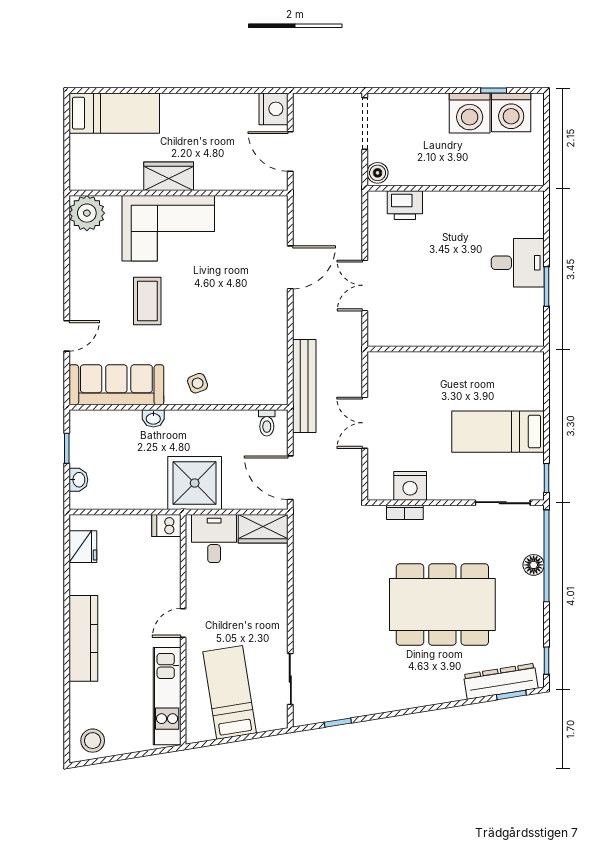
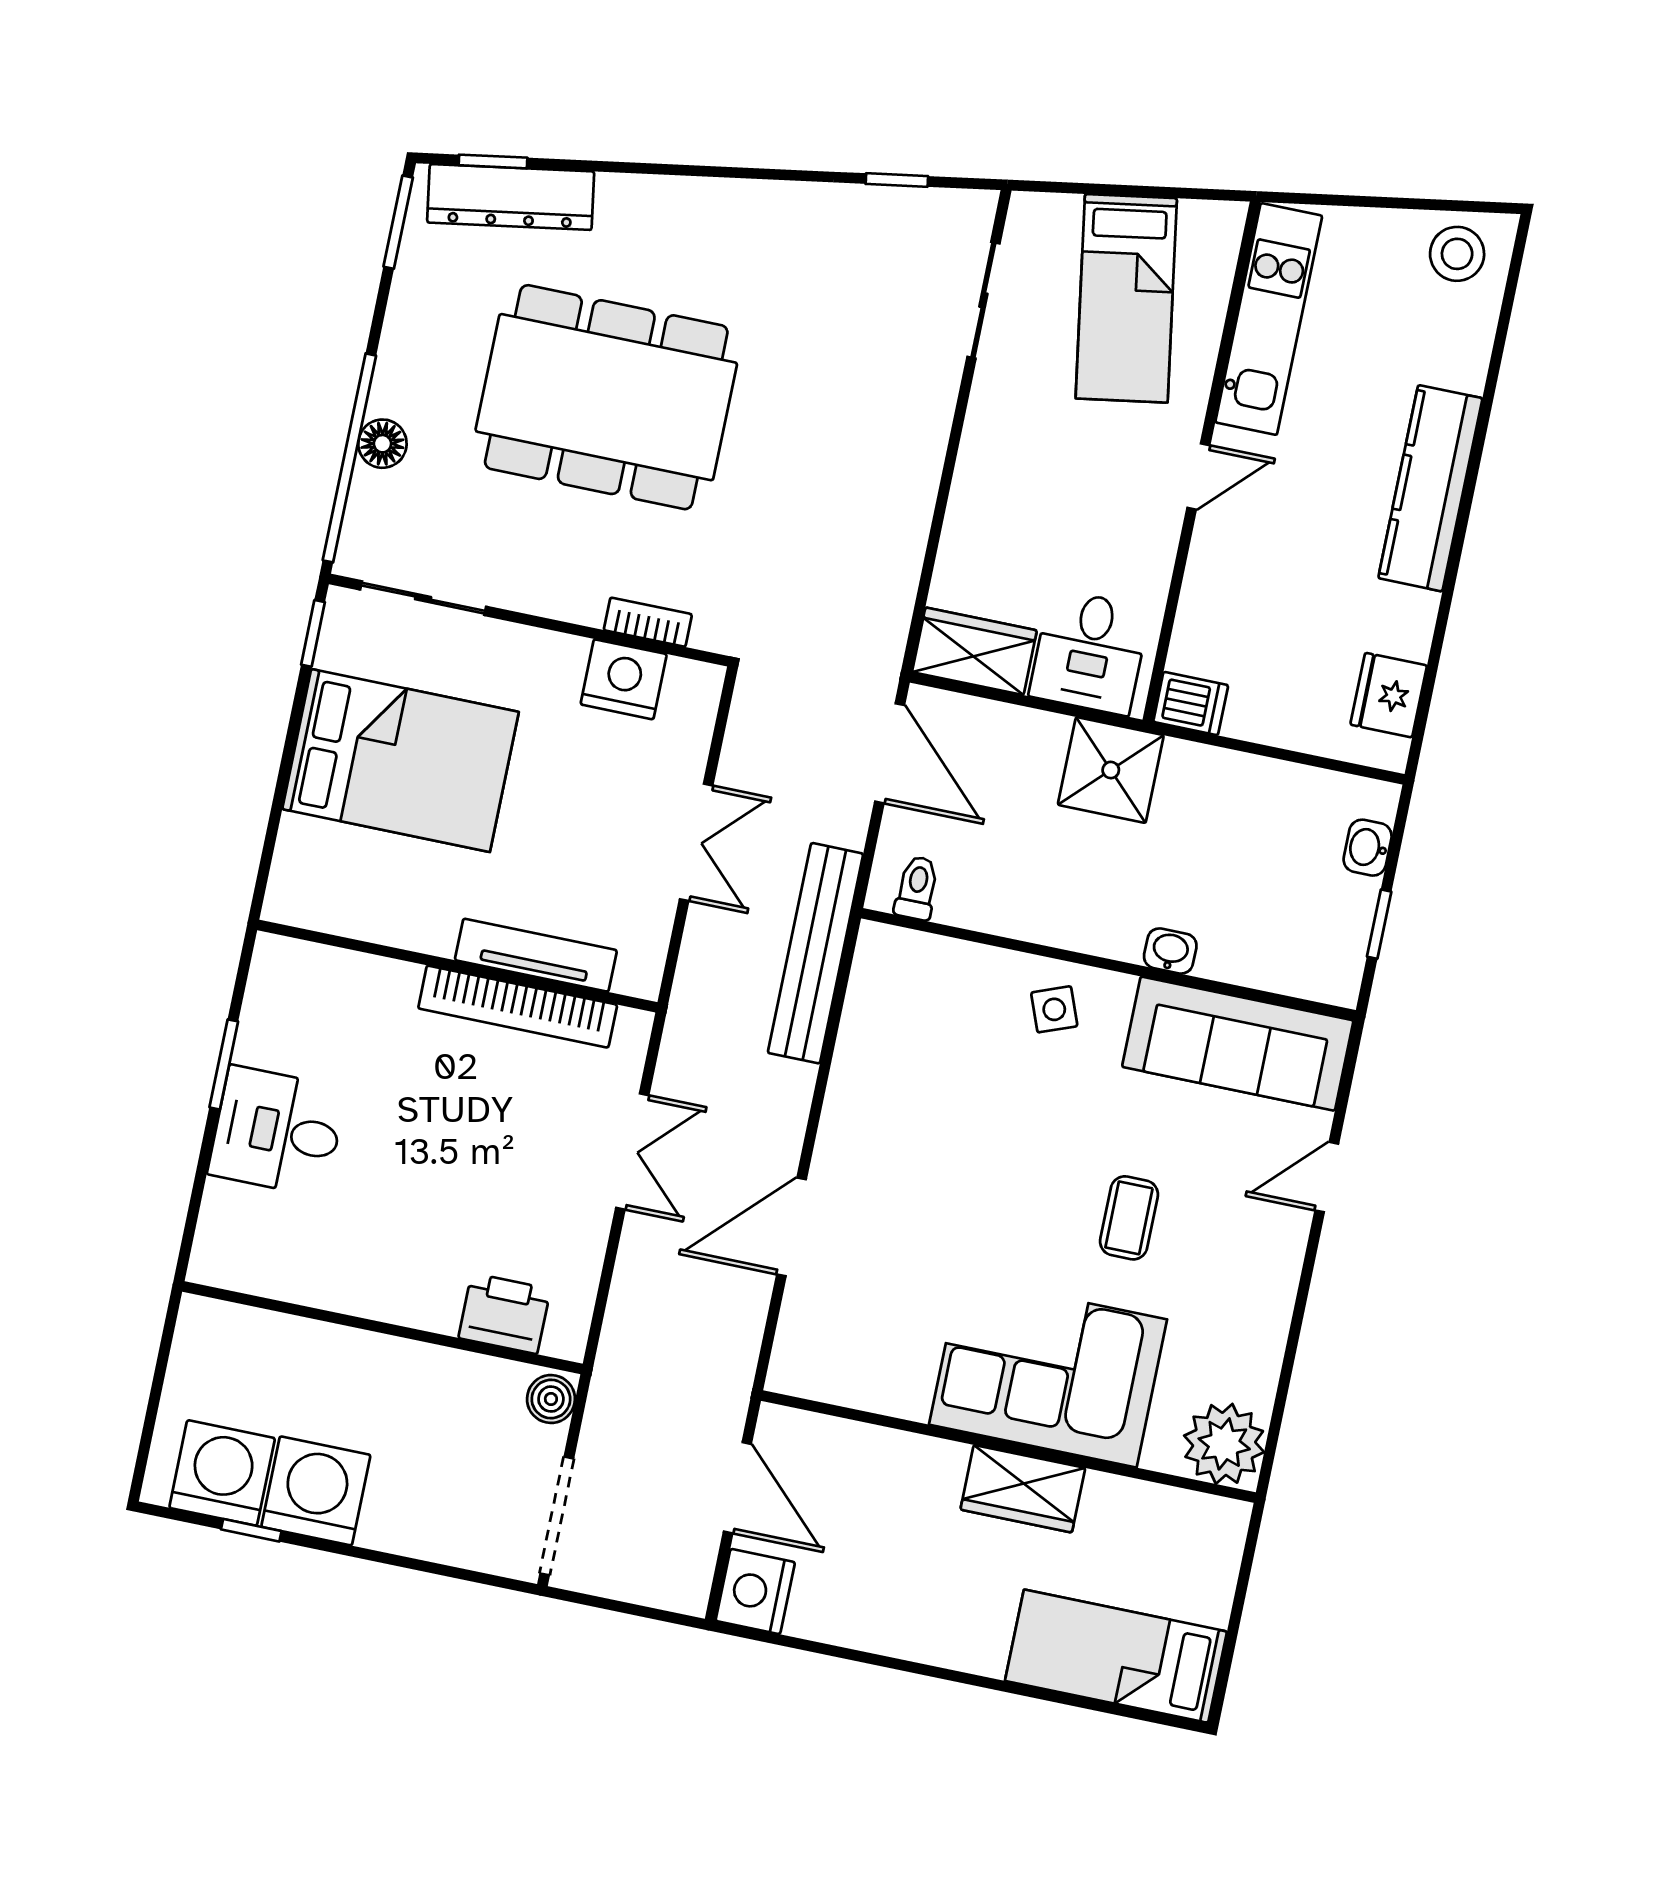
coffee table: (147, 301) -> (1129, 1218), width x0.73, depth x0.77
bookcase: (426, 337) -> (518, 1007), added
tv unit: (423, 361) -> (536, 955), added
bed: (498, 432) -> (401, 761), width x1.50
shower: (195, 483) -> (1111, 770), width x0.73, depth x0.73
window: (546, 661) -> (398, 222), width x1.50

